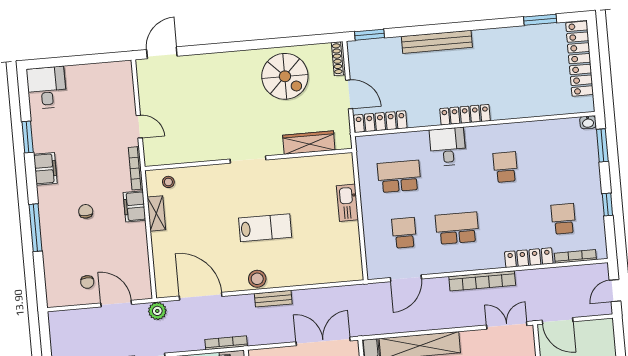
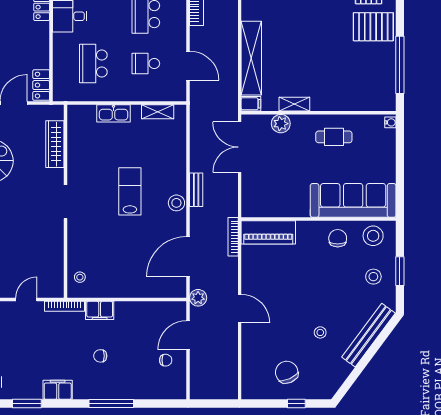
locker: (380, 122) -> (41, 85), width x0.66
shelving: (156, 213) -> (158, 112), moved

